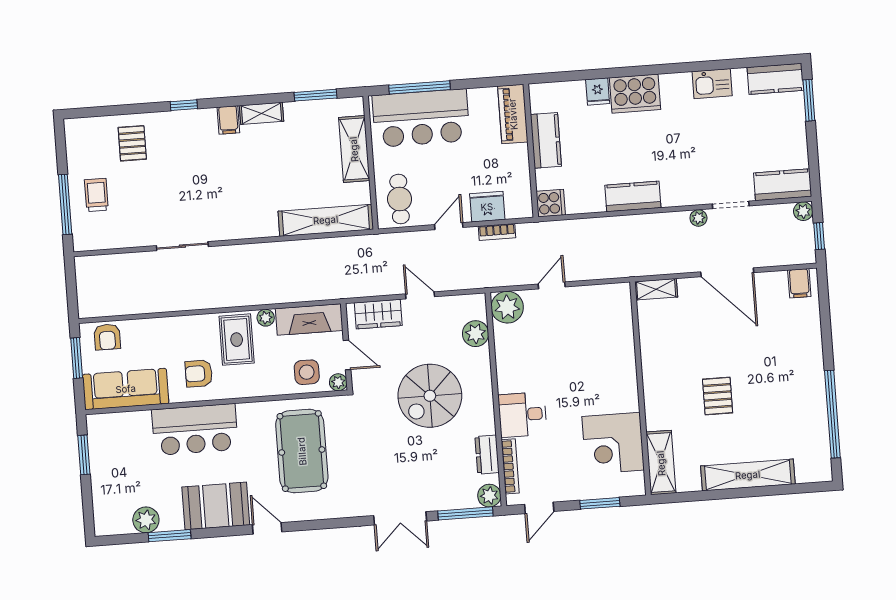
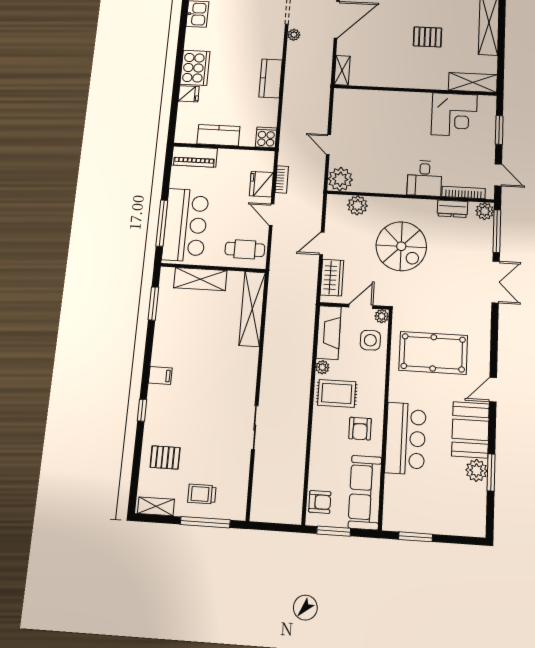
shelving: (261, 113) -> (156, 506), moved, turned 90
plant: (146, 520) -> (476, 470), moved

